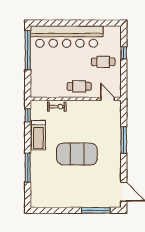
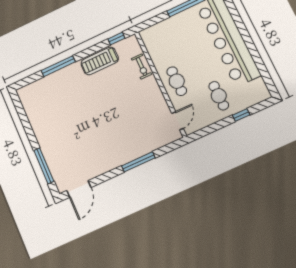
exercise mat: (77, 154) -> (98, 115), removed

